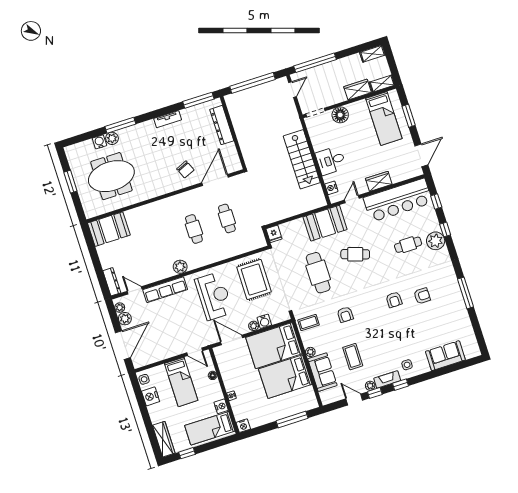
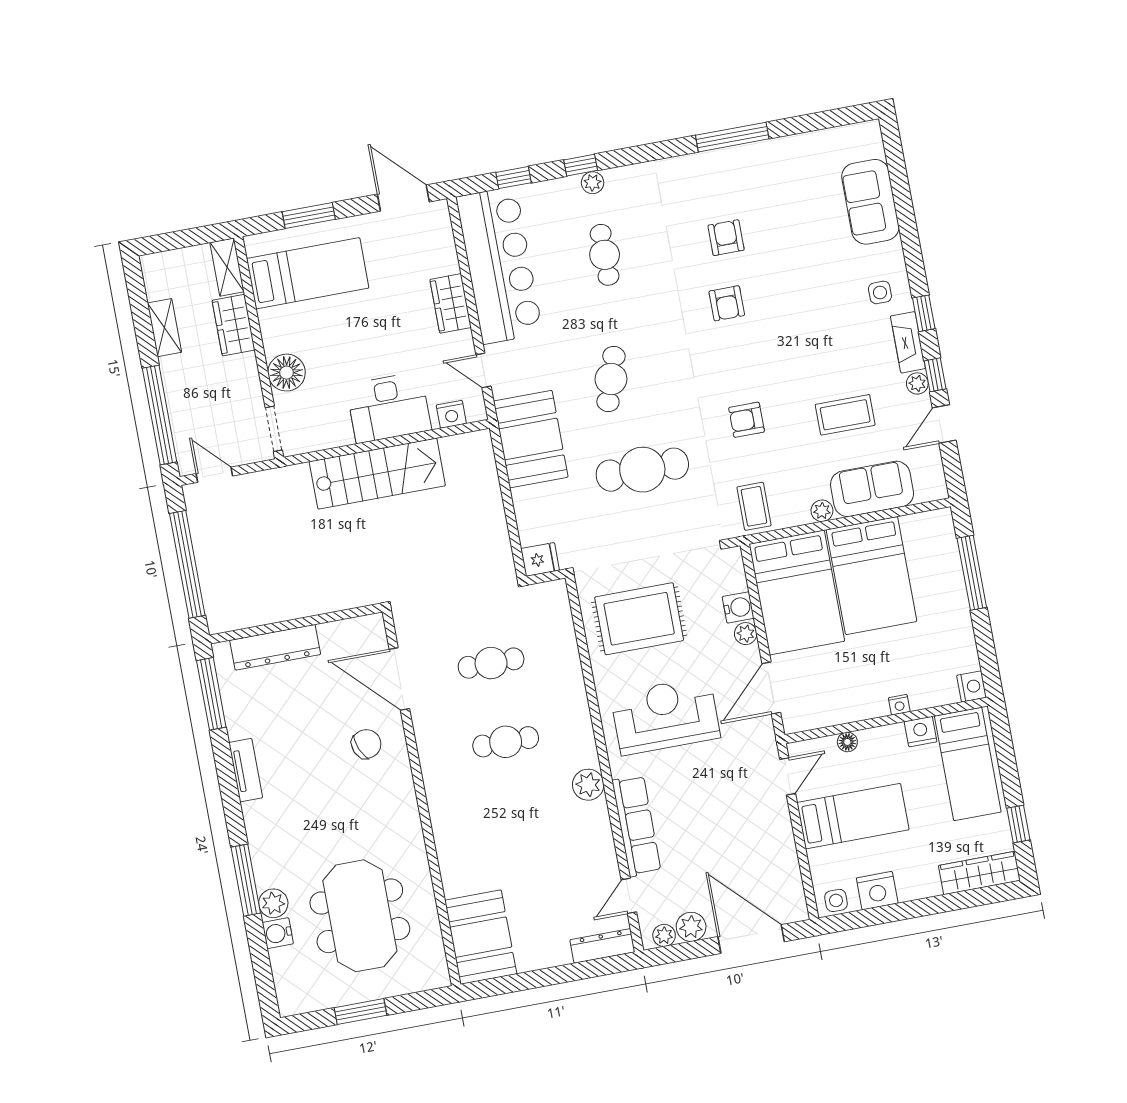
shelving: (373, 54) -> (164, 328), moved
desk: (331, 161) -> (389, 408), width x1.37
plant: (436, 241) -> (593, 183), width x0.53, depth x0.53
armchair: (394, 300) -> (727, 303), turned 90
armchair: (345, 315) -> (747, 420), turned 180

